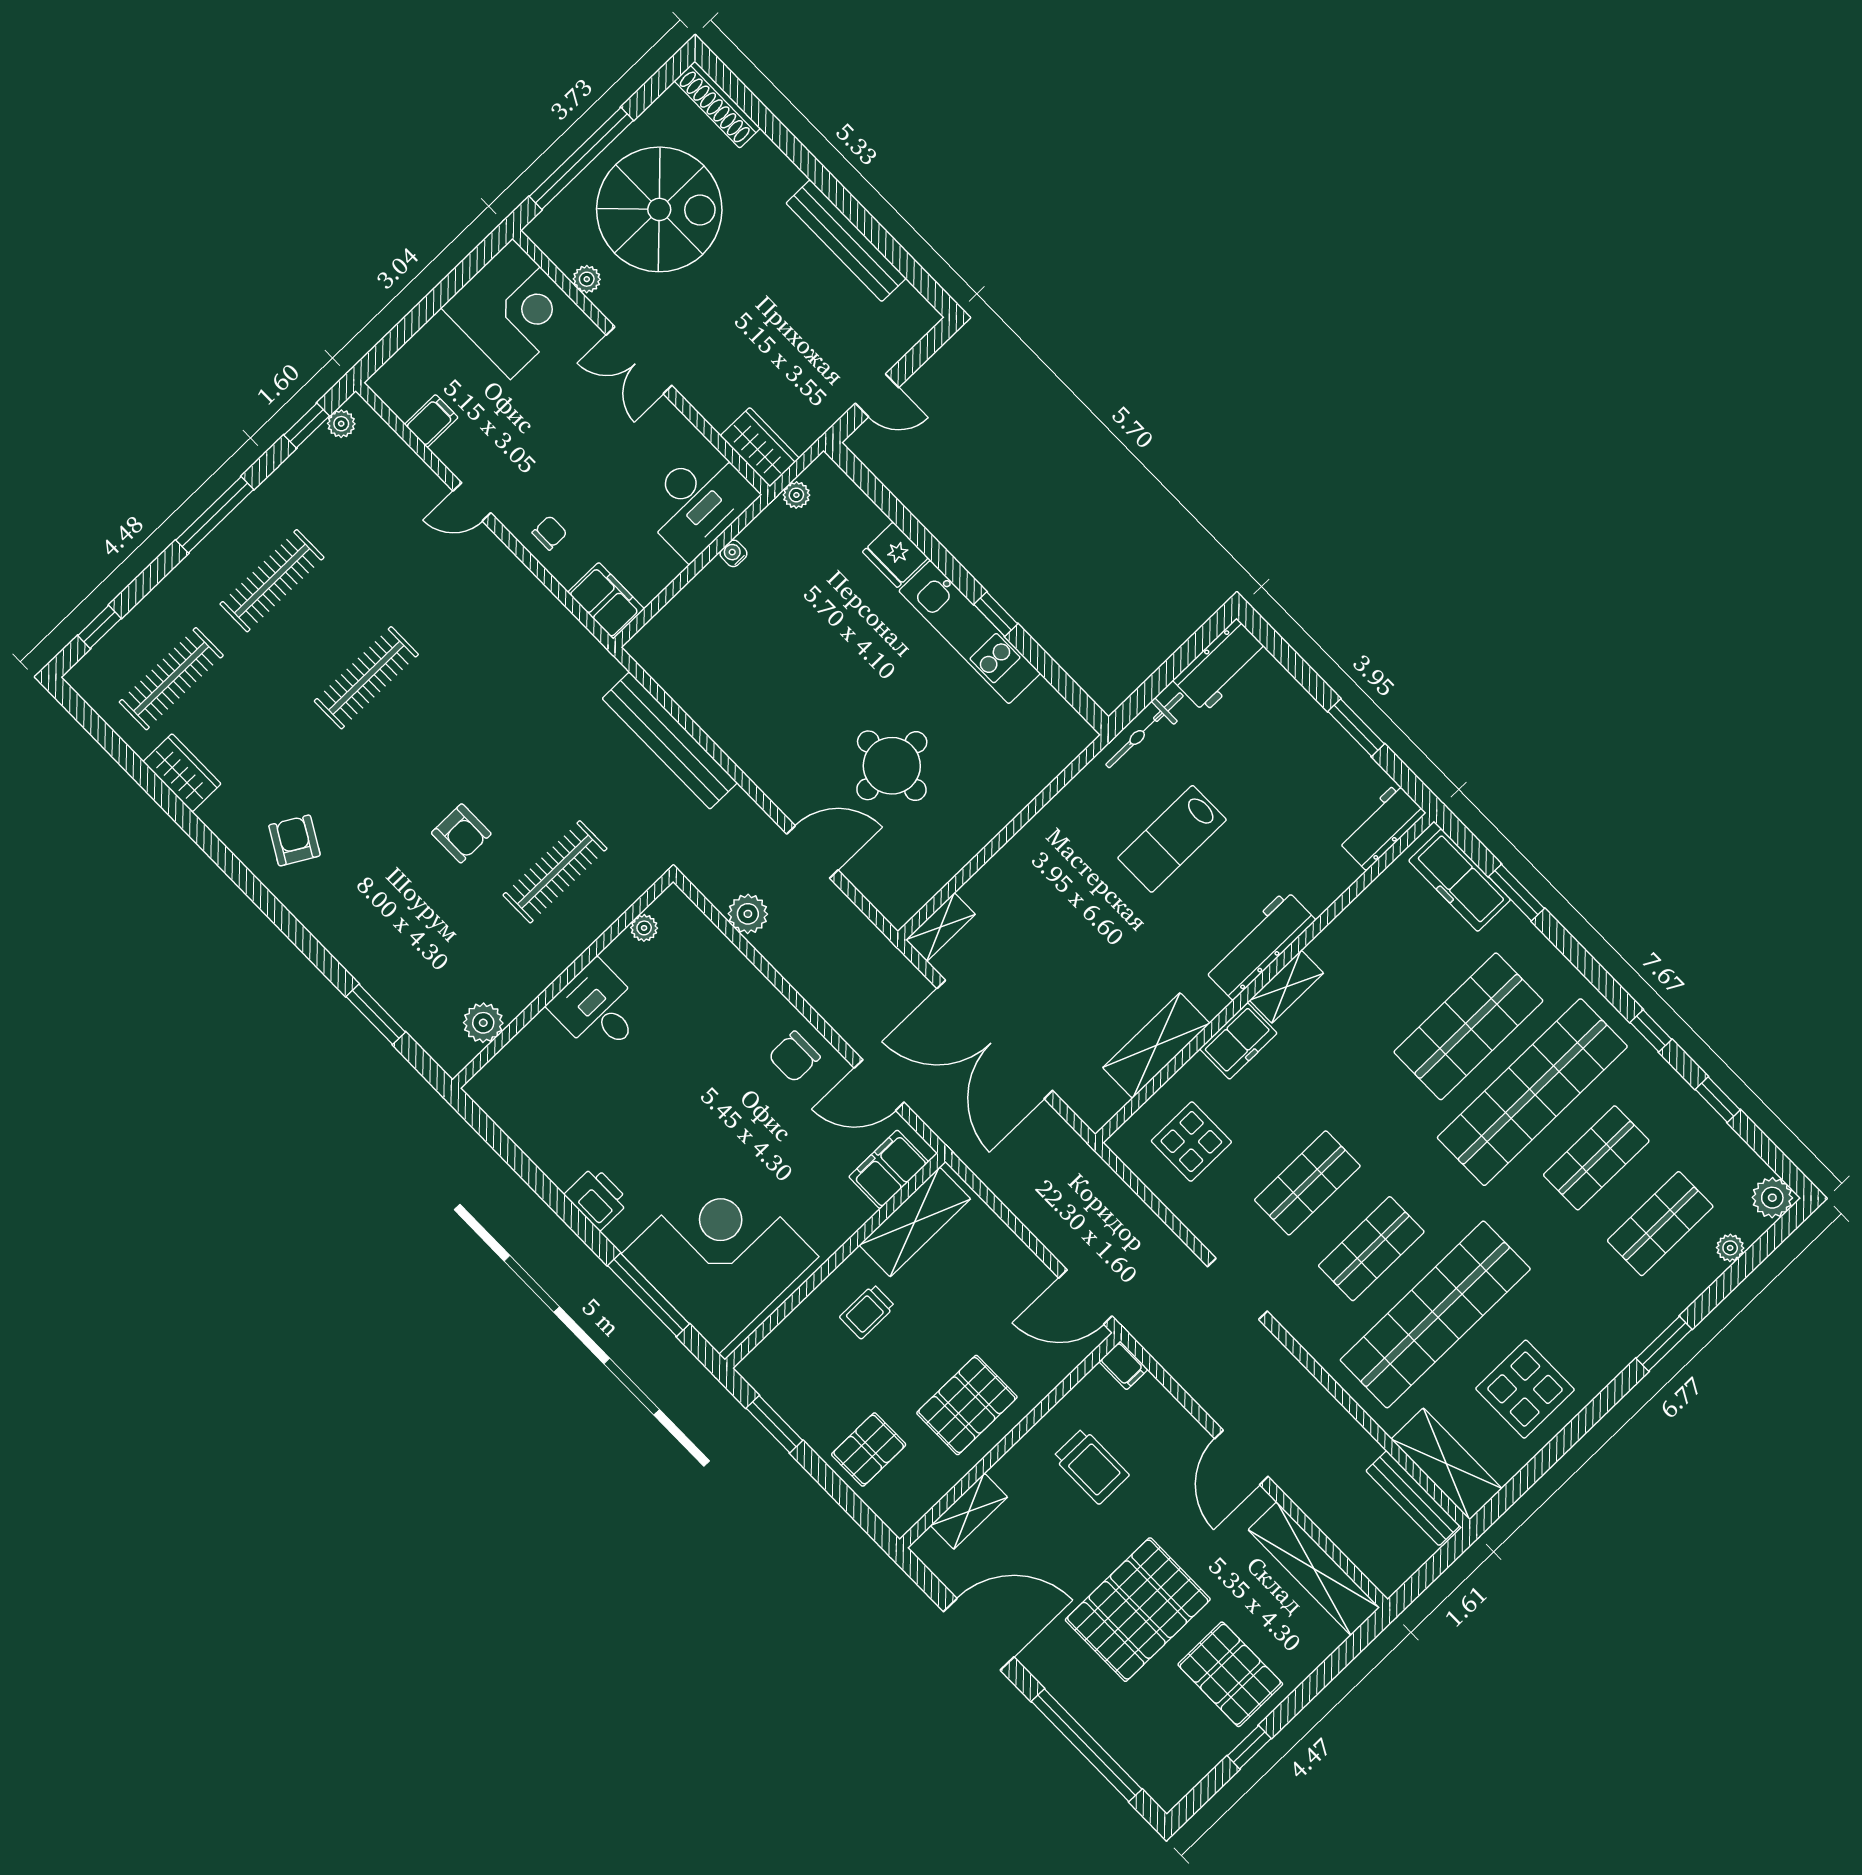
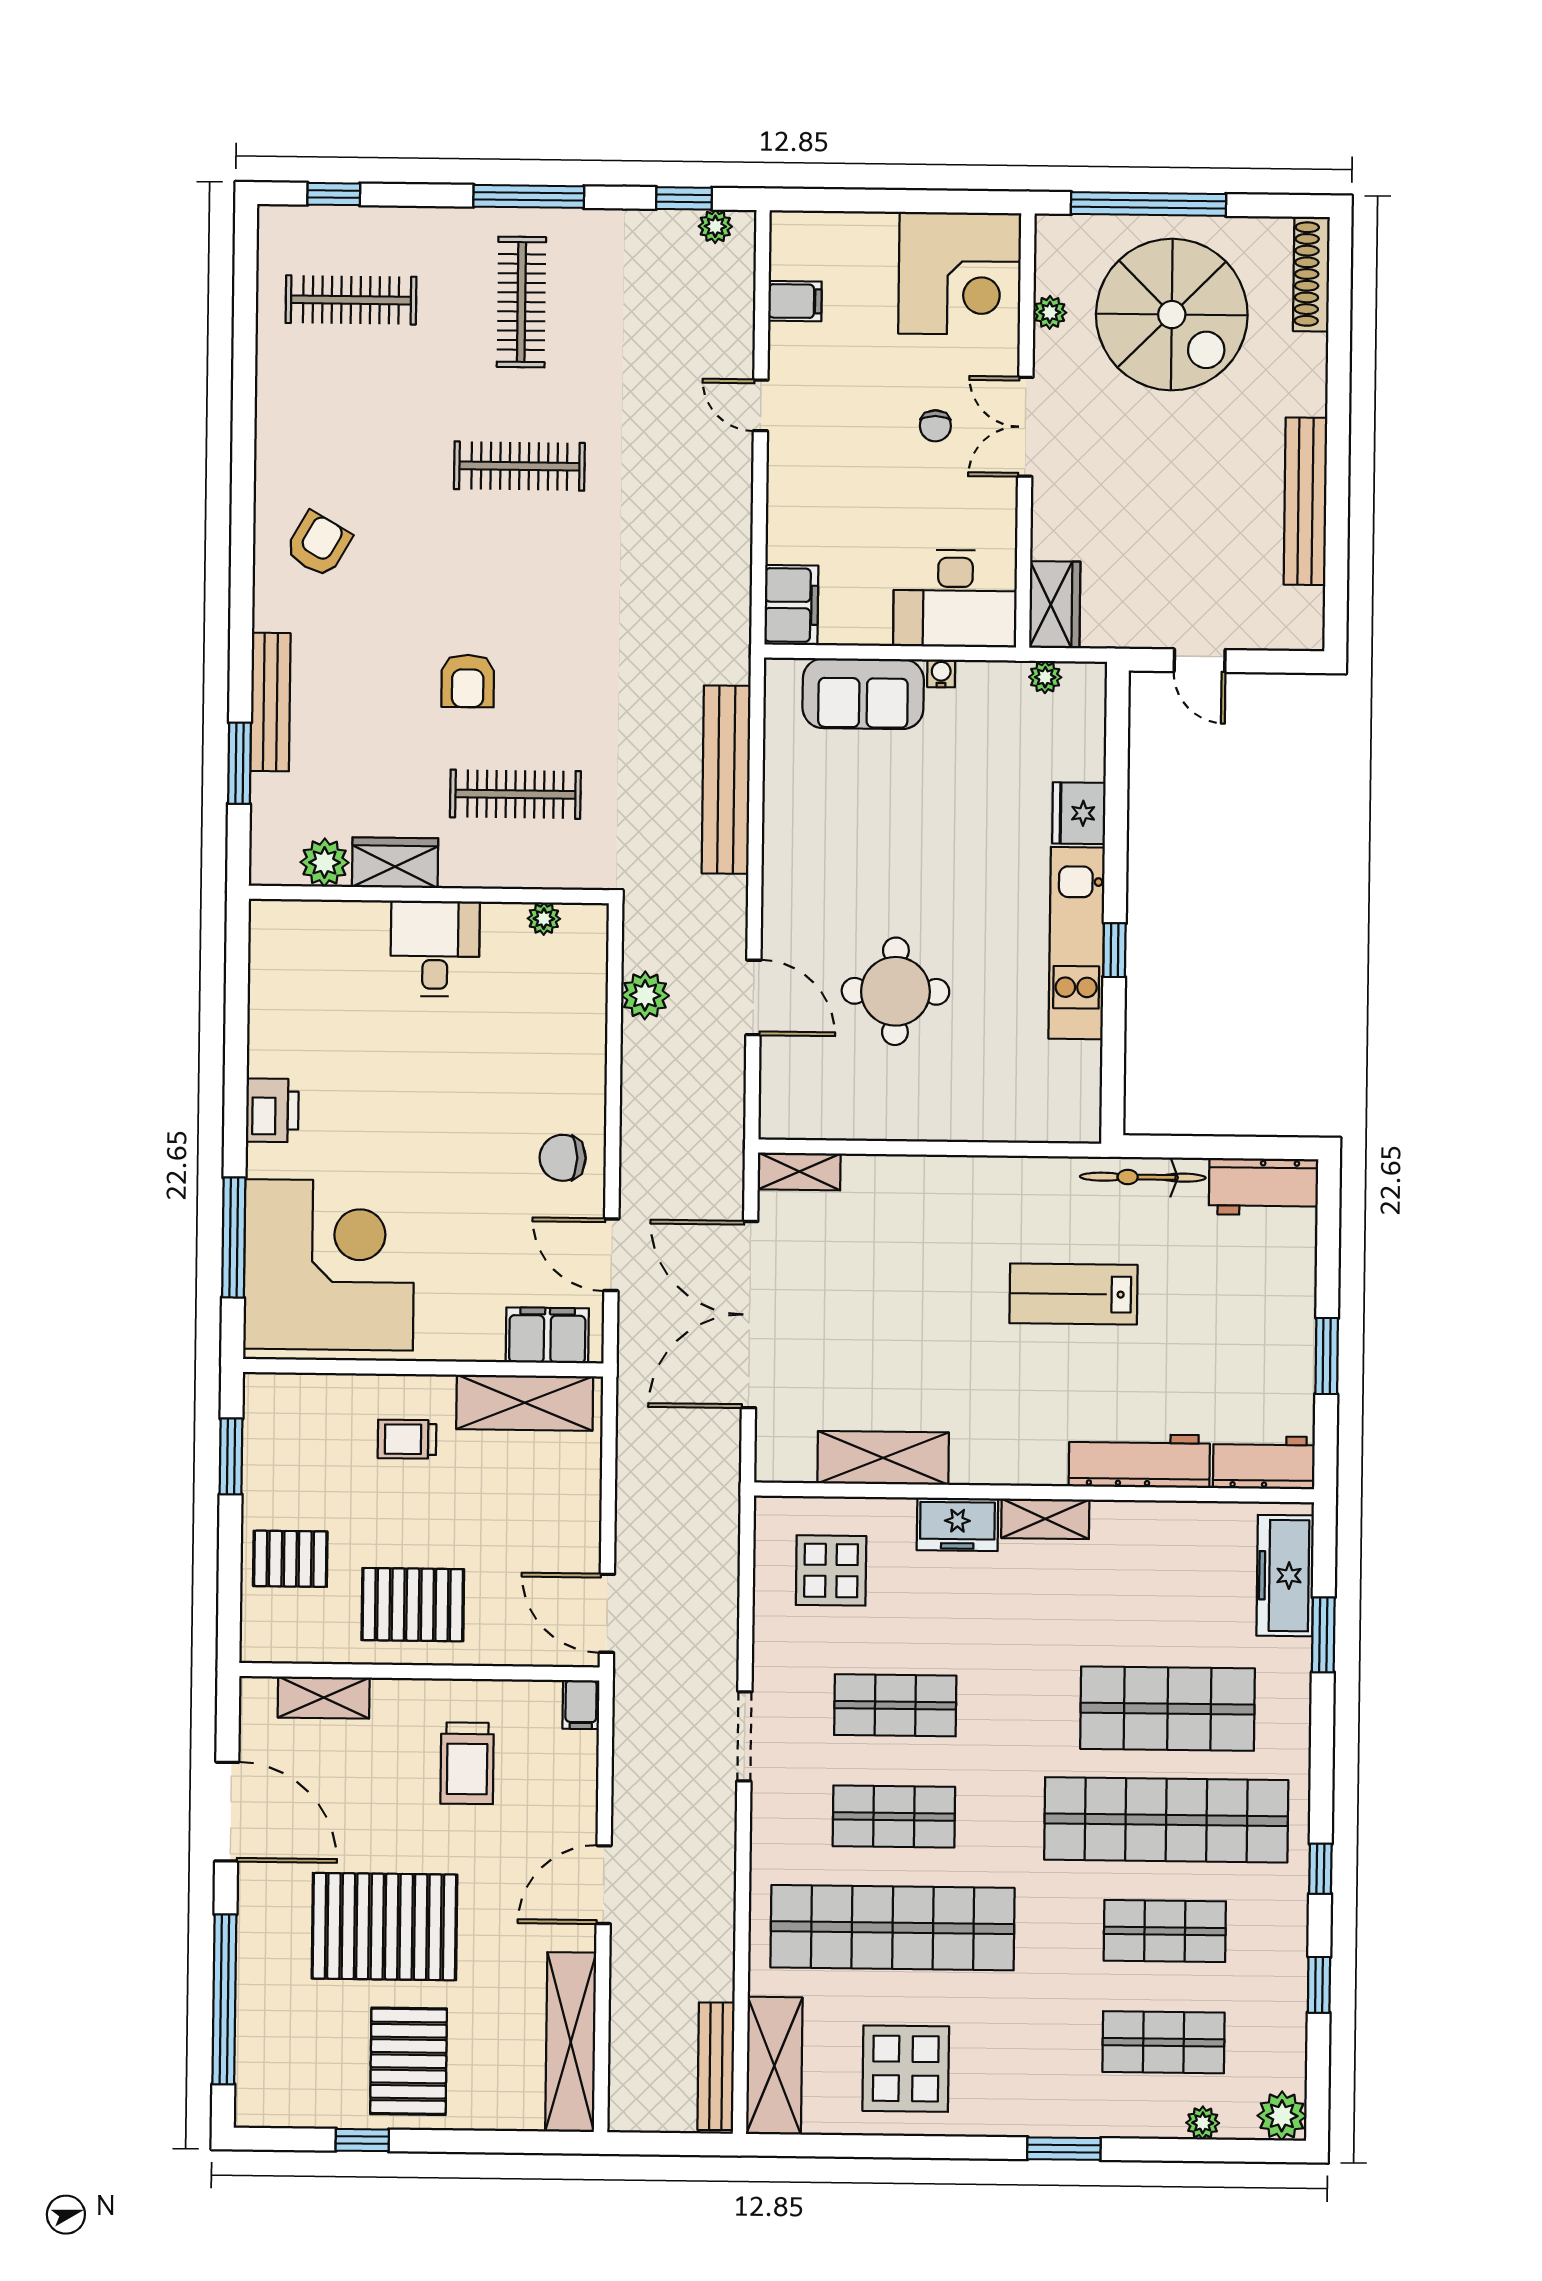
chair: (550, 533) -> (935, 426), moved, turned 90
clothes rail: (272, 581) -> (521, 302), turned 90
sofa: (700, 611) -> (863, 694), added
wardrobe: (182, 773) -> (395, 863), moved, turned -90
workbench: (1259, 945) -> (1139, 1461), moved
bench: (358, 961) -> (270, 702), added

